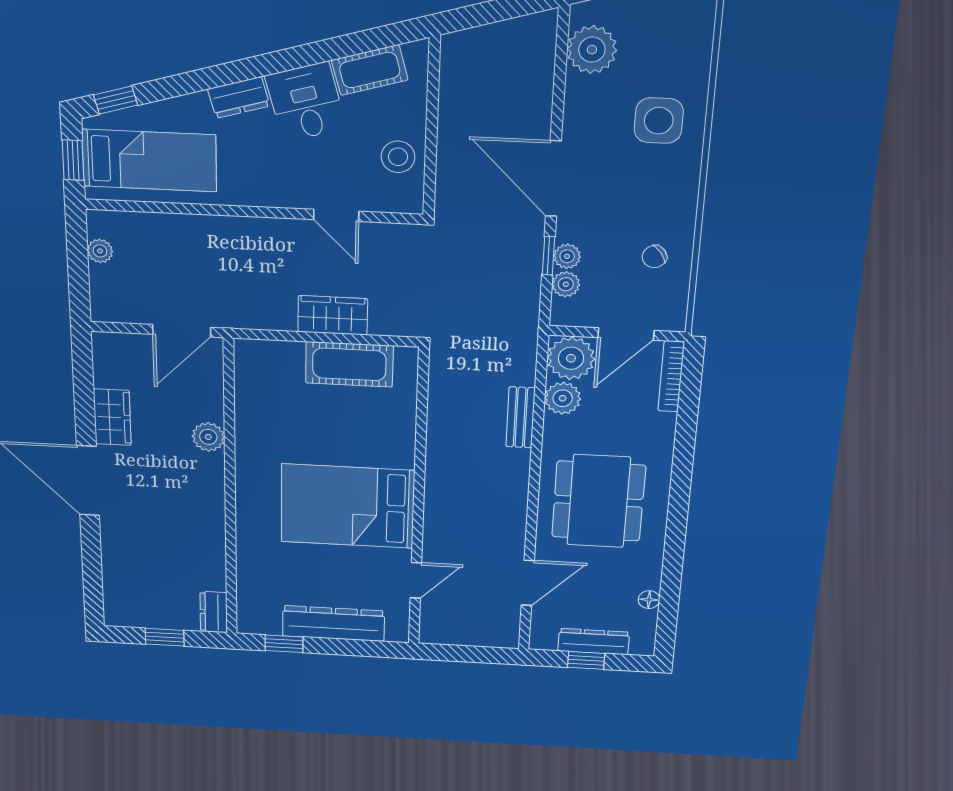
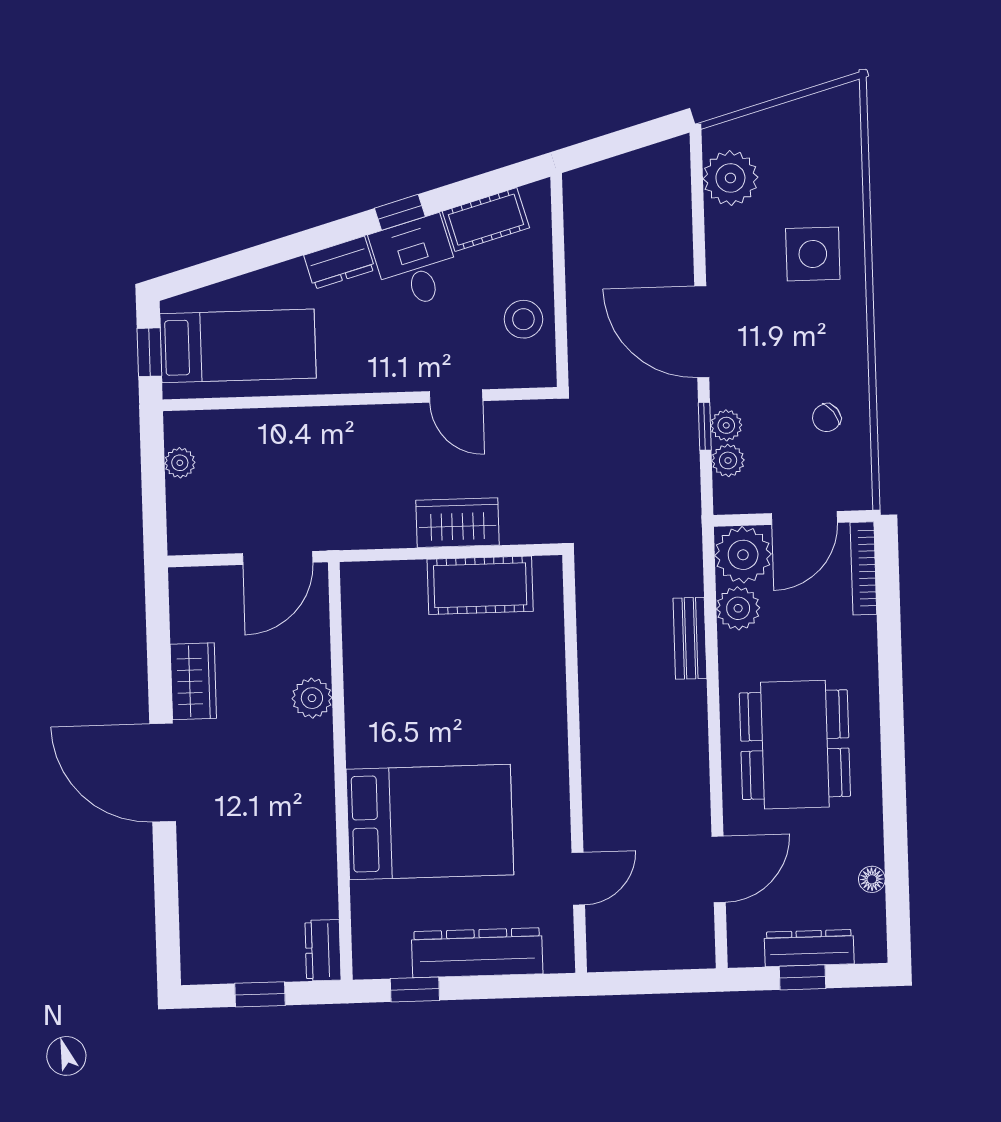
window: (116, 100) -> (400, 212), moved
bed: (348, 506) -> (430, 822), moved, turned 180

